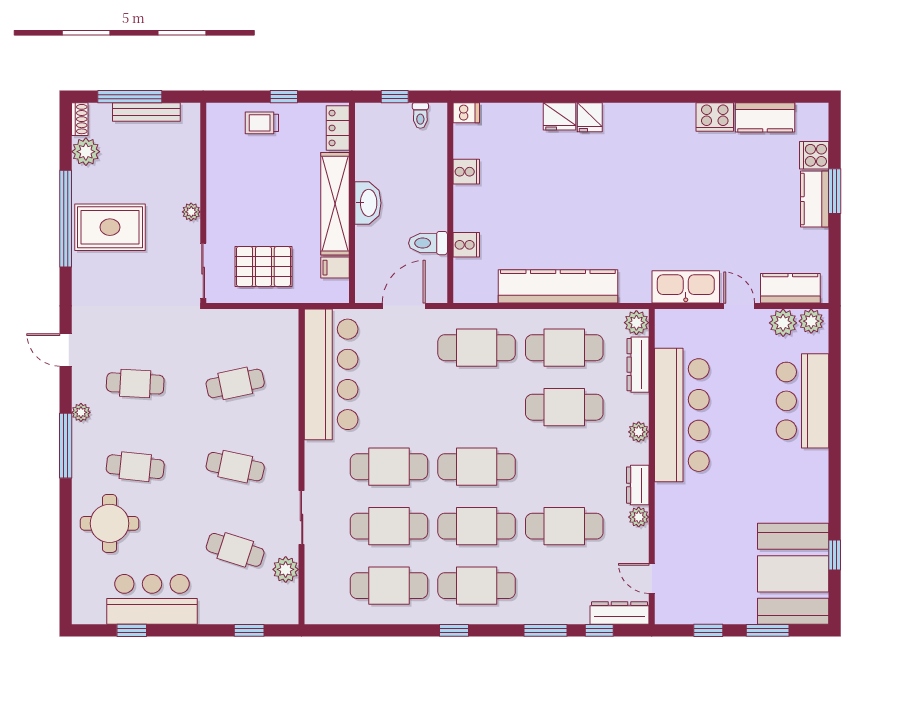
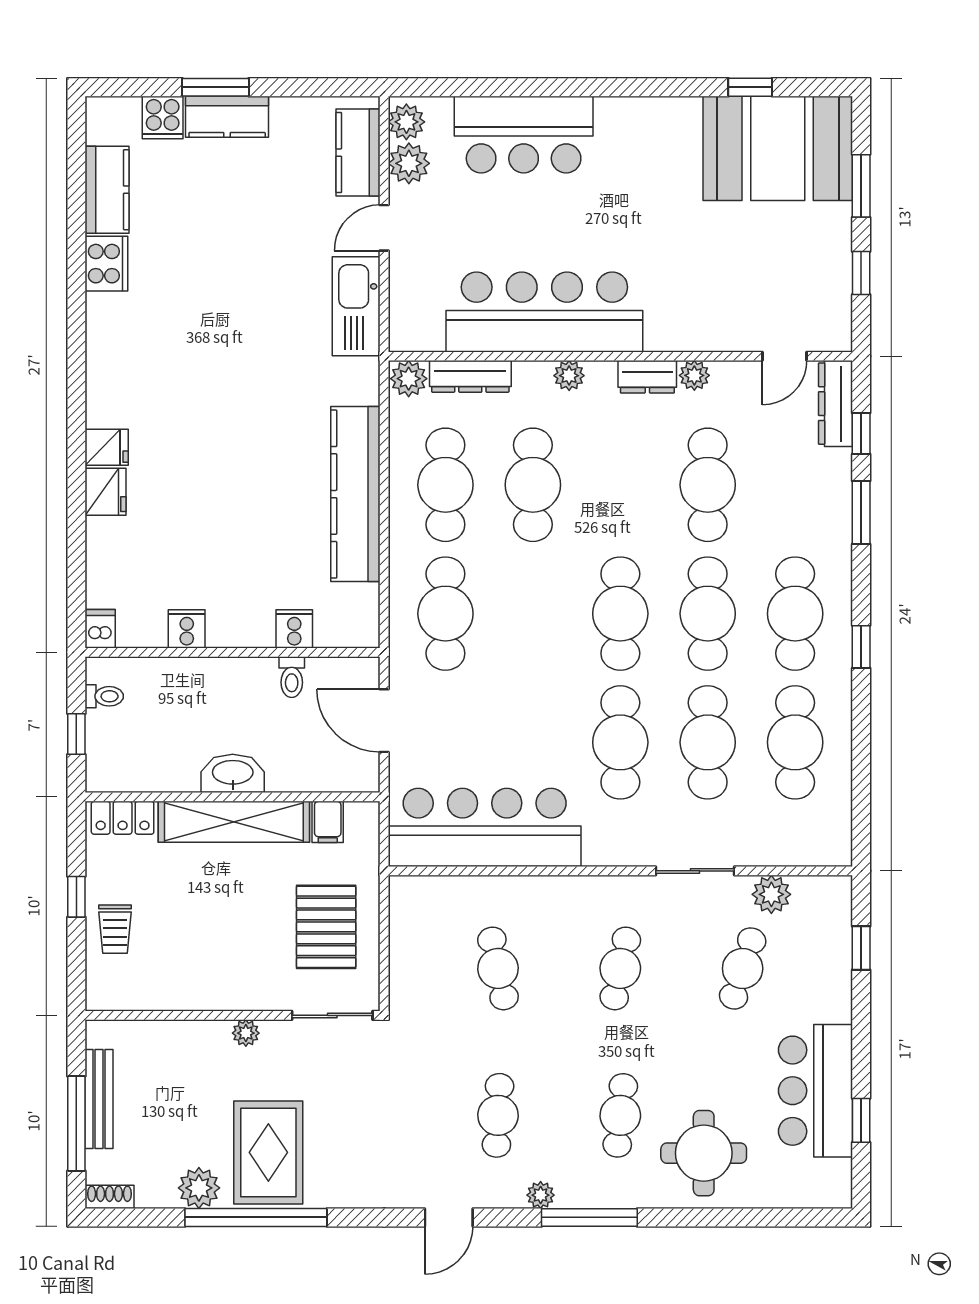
plant: (86, 152) -> (199, 1188), moved
toilet: (428, 243) -> (292, 677), width x0.73, depth x0.72

